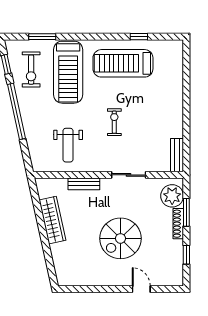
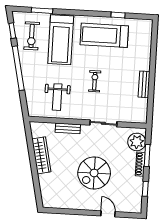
bench: (177, 155) -> (144, 84), moved

